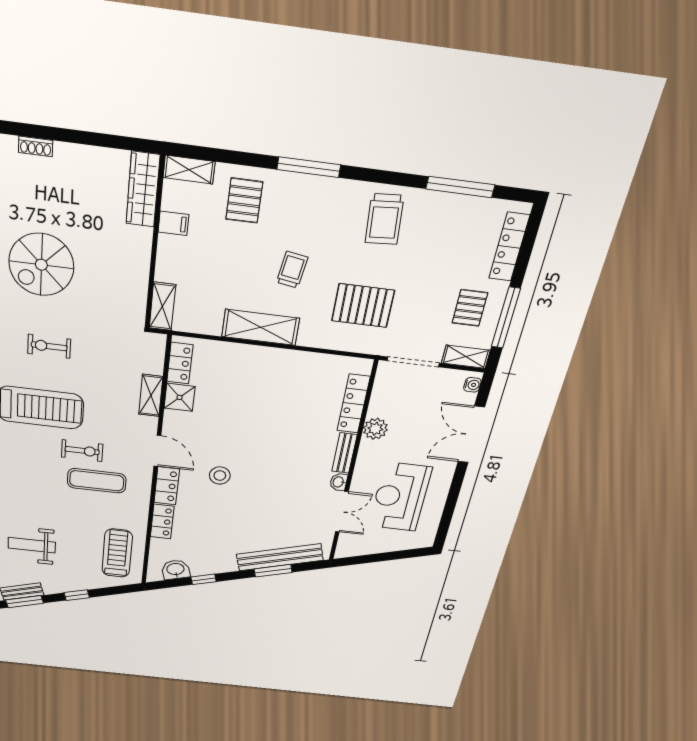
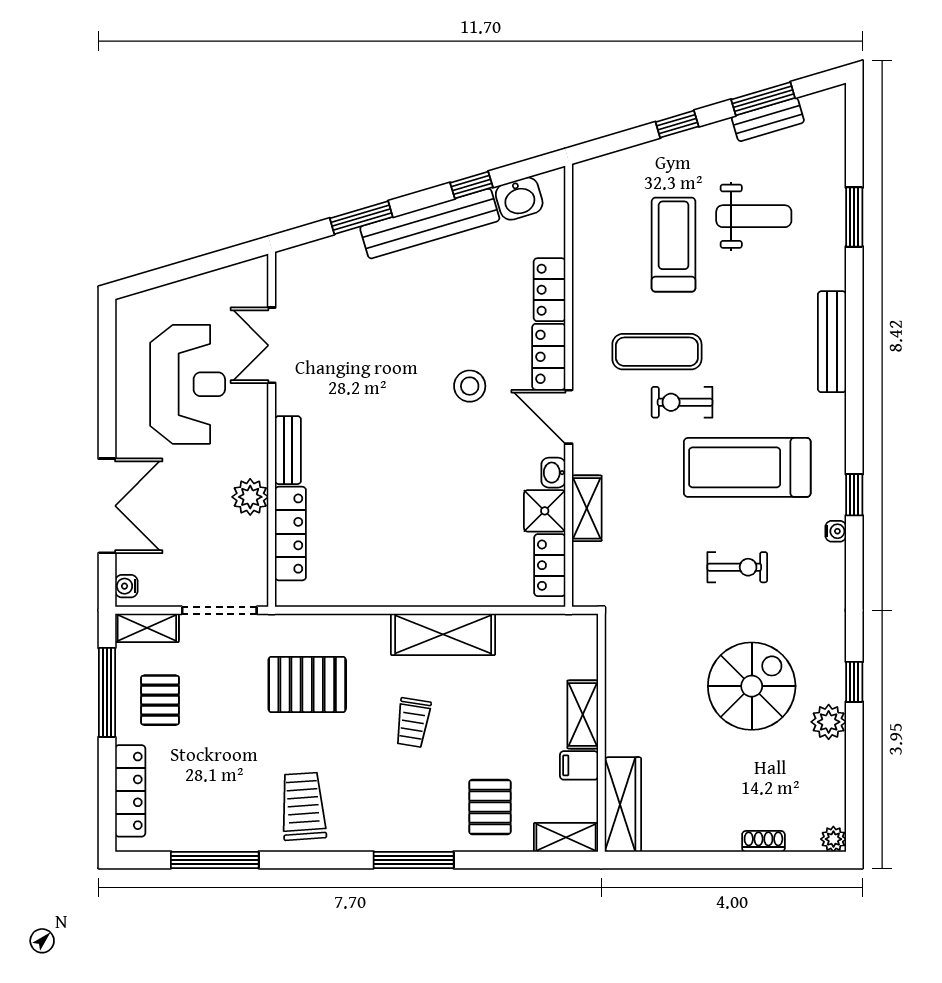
shelving: (162, 306) -> (583, 714), moved
washbasin: (339, 482) -> (553, 473), moved, turned 180
treadmill: (117, 553) -> (674, 245), moved, turned 180
bench: (280, 557) -> (430, 224), moved

